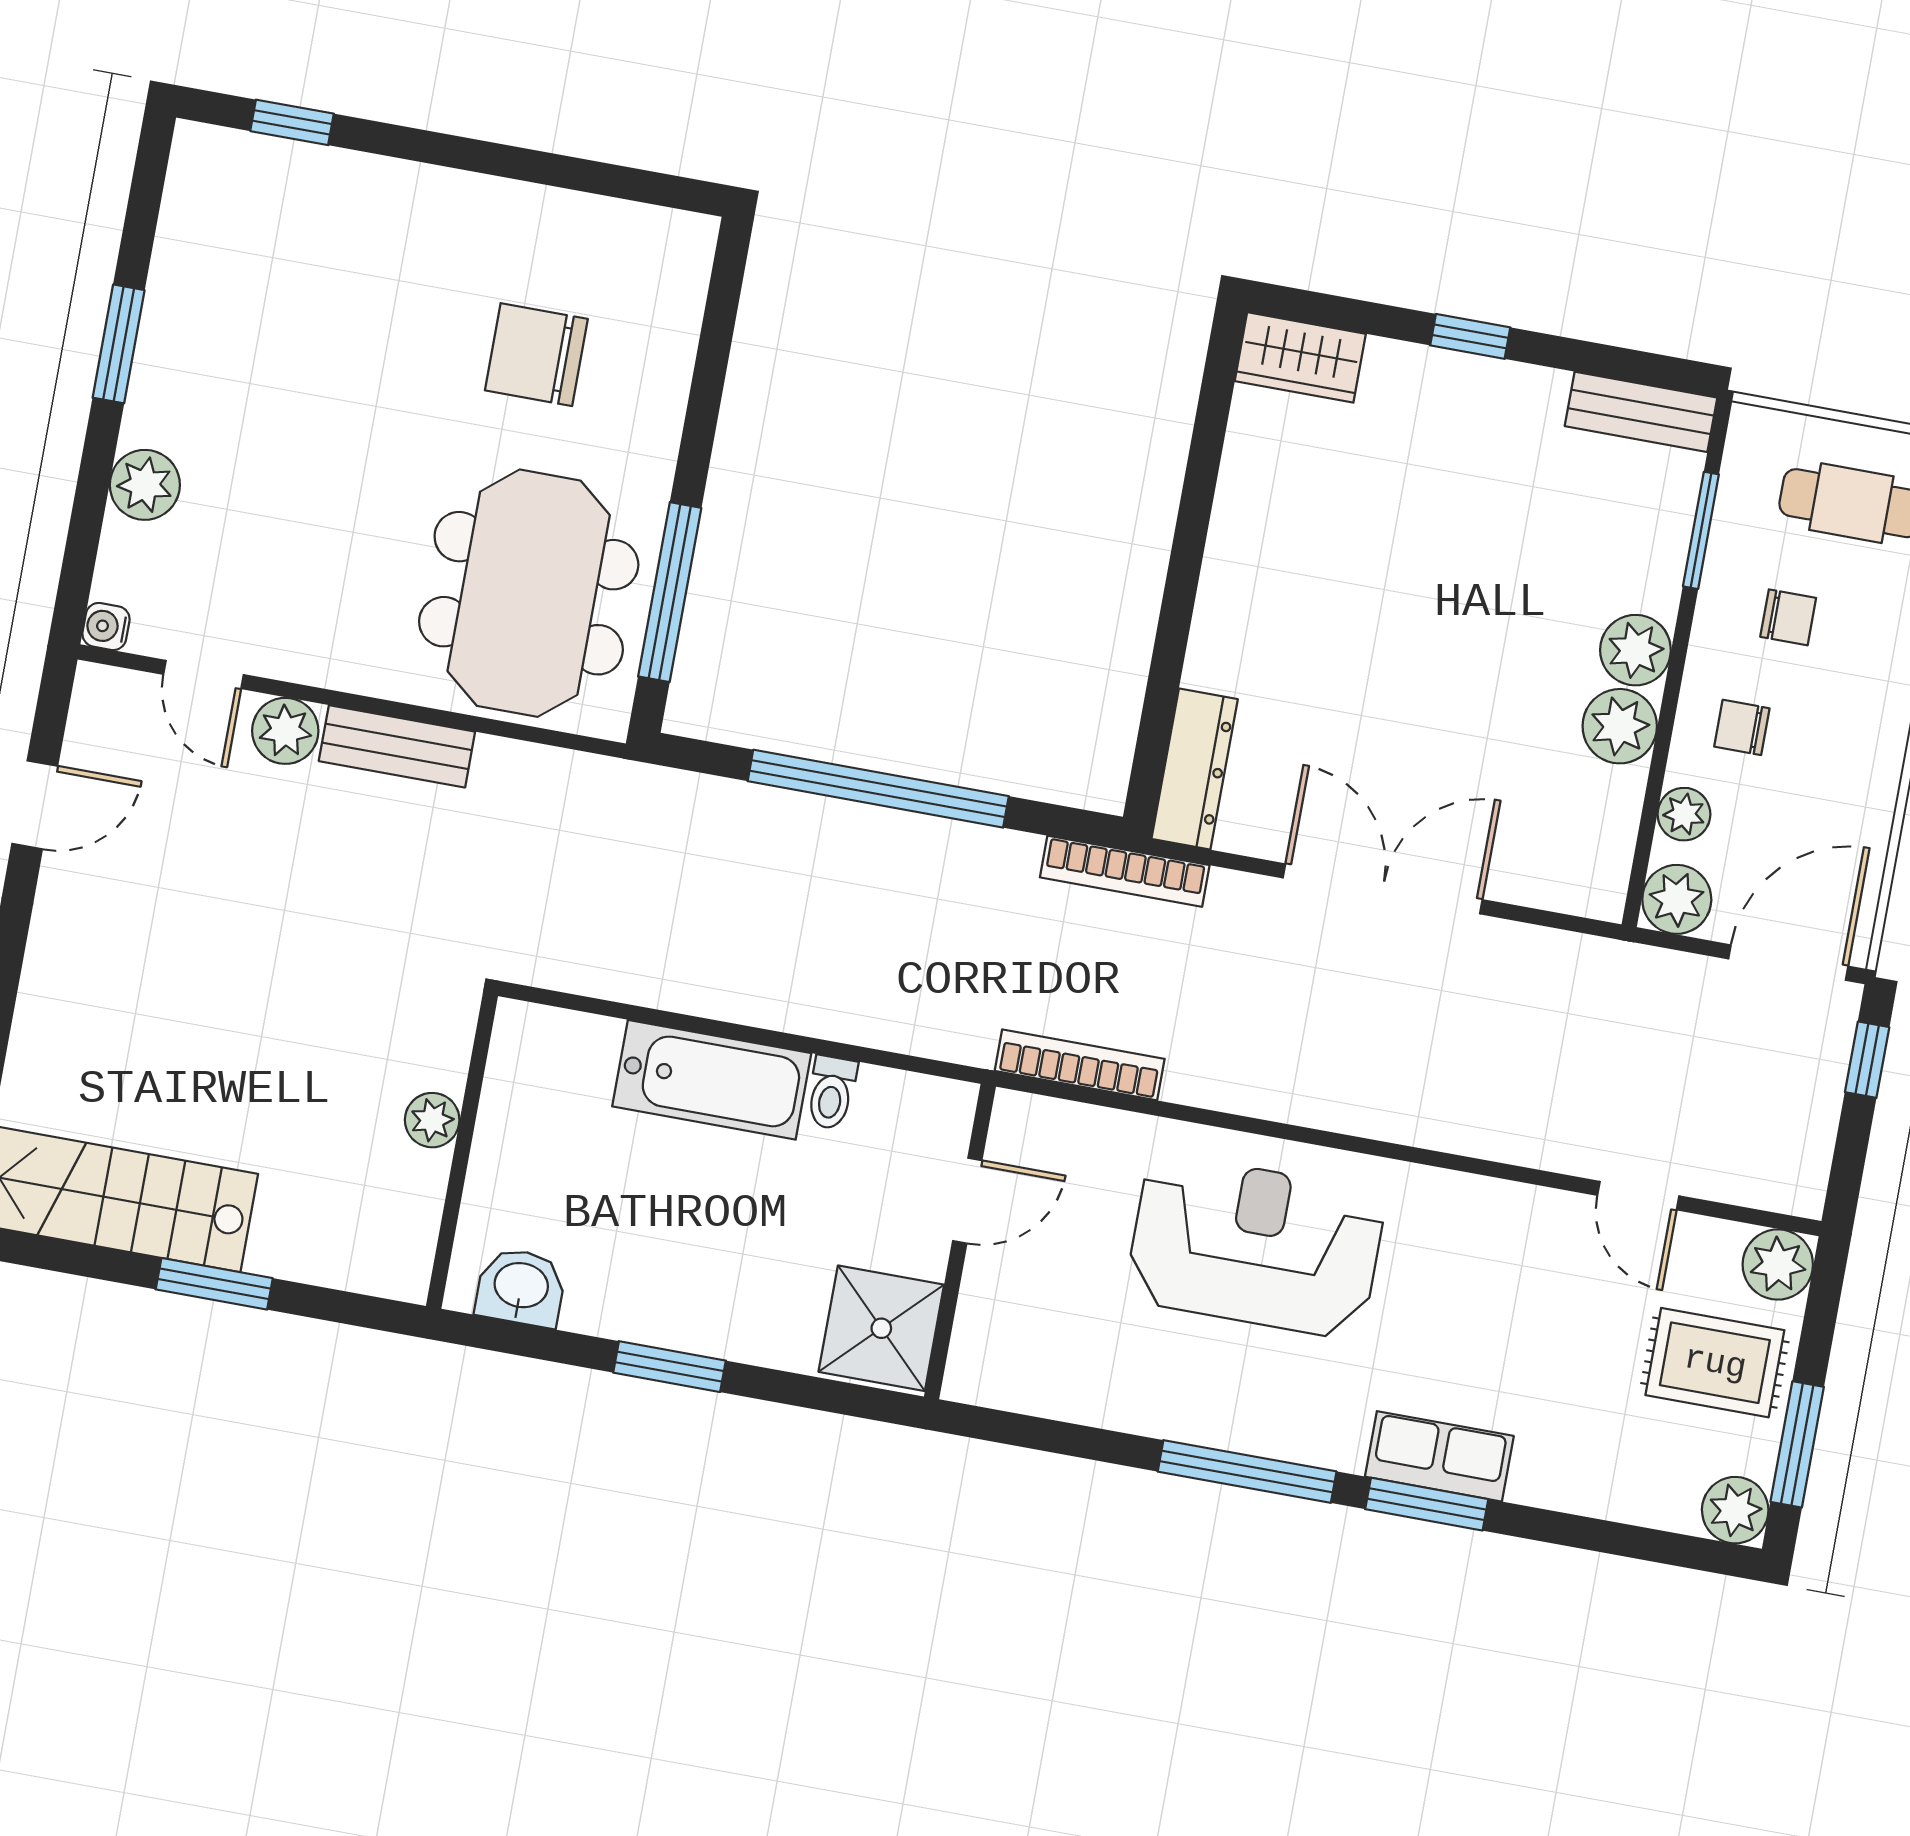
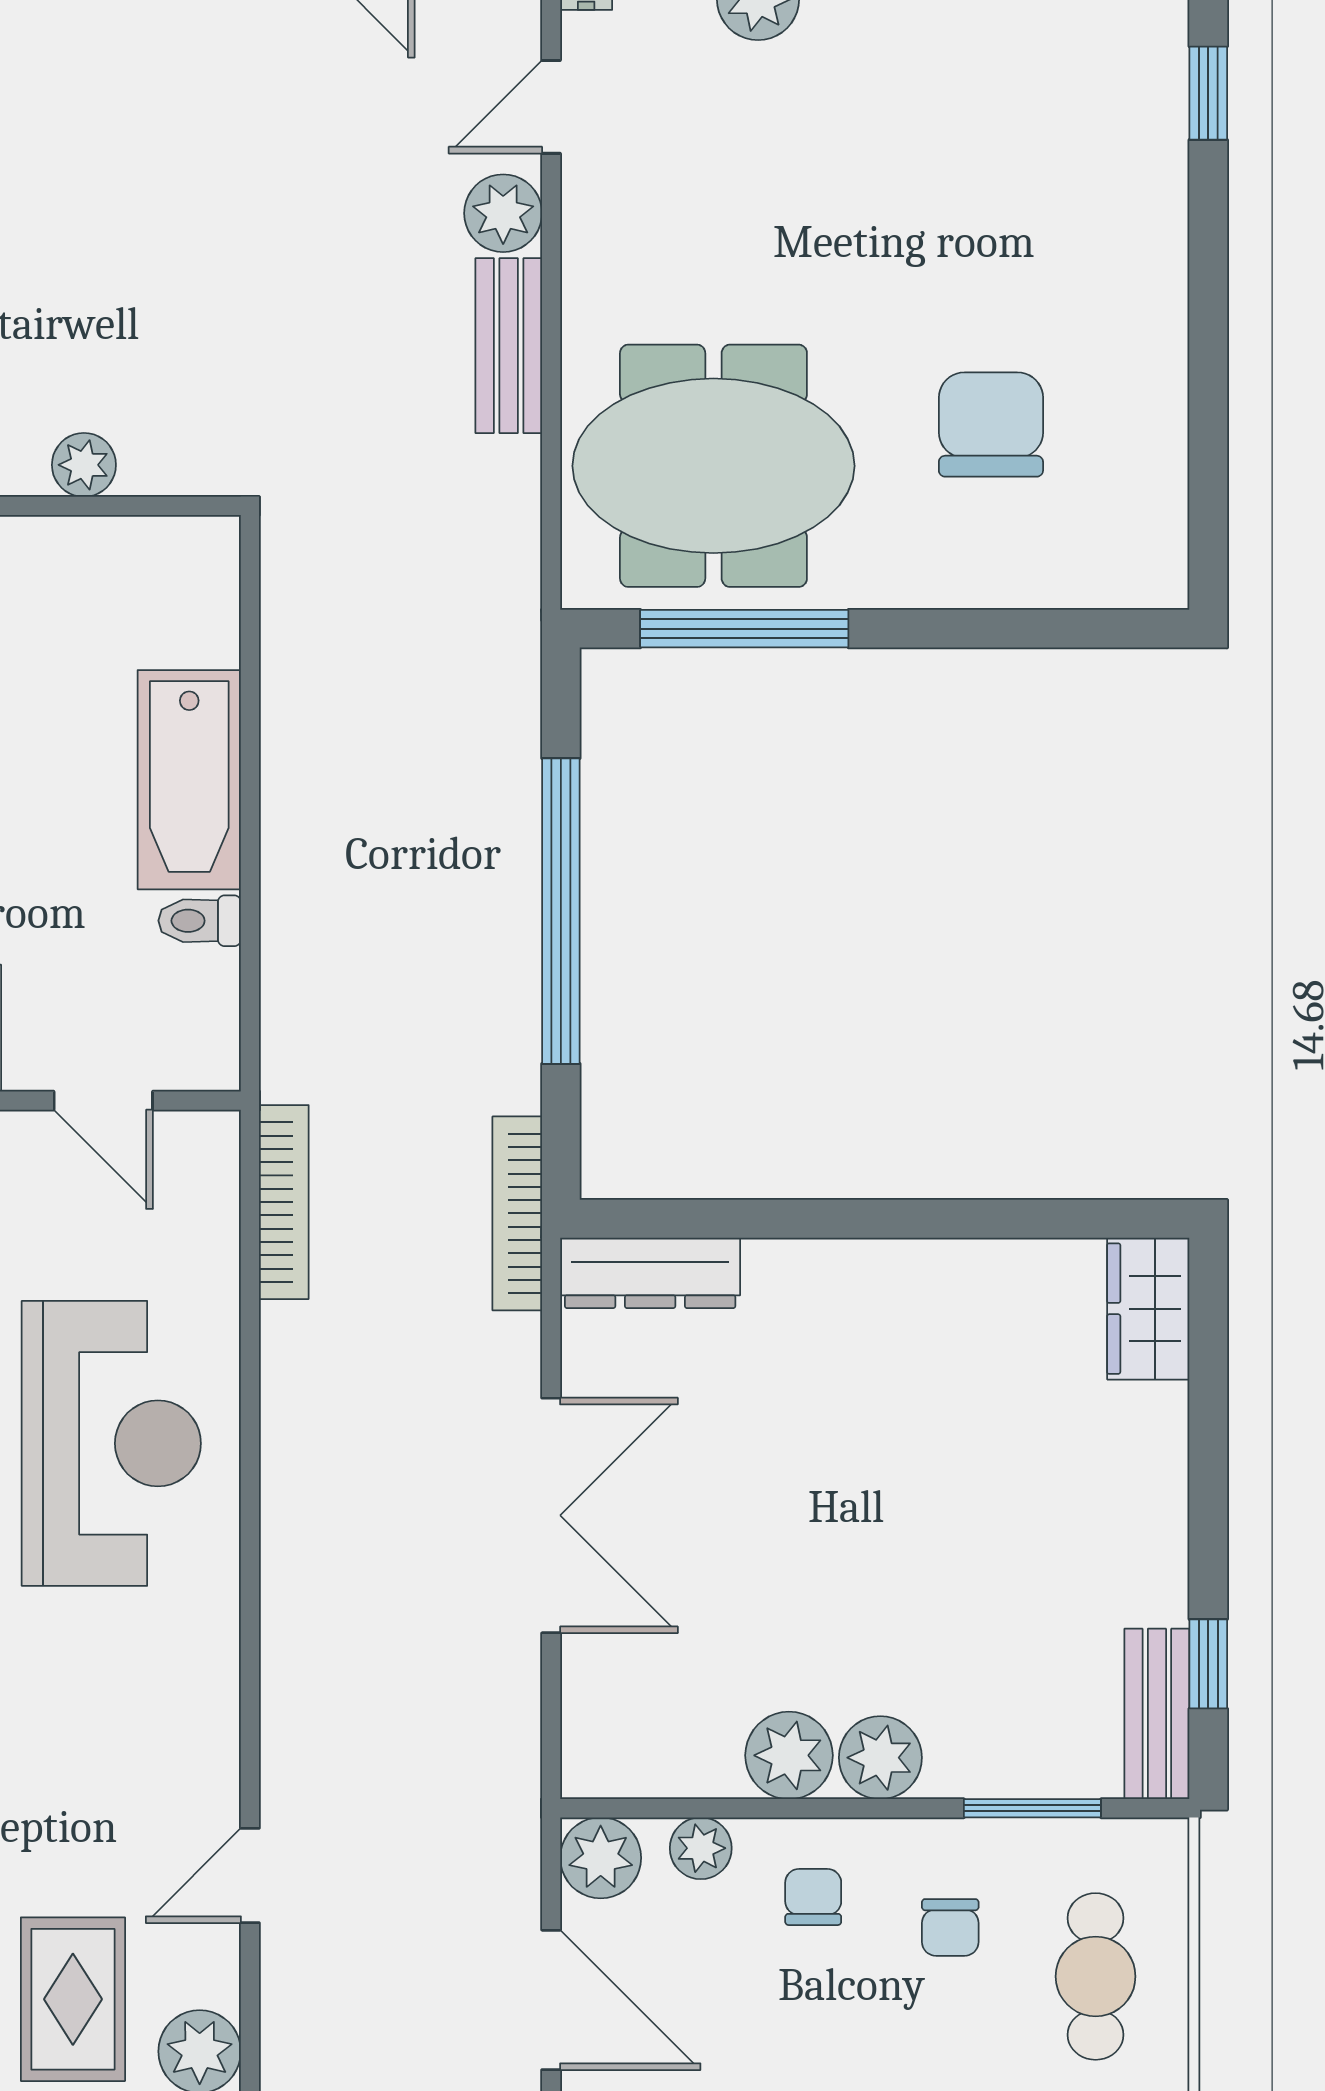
window: (1470, 336) -> (1208, 1664), moved

